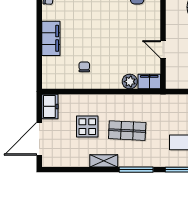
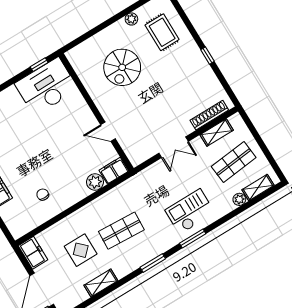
shelving: (104, 161) -> (101, 283), moved
window: (136, 170) -> (153, 263), width x0.69

